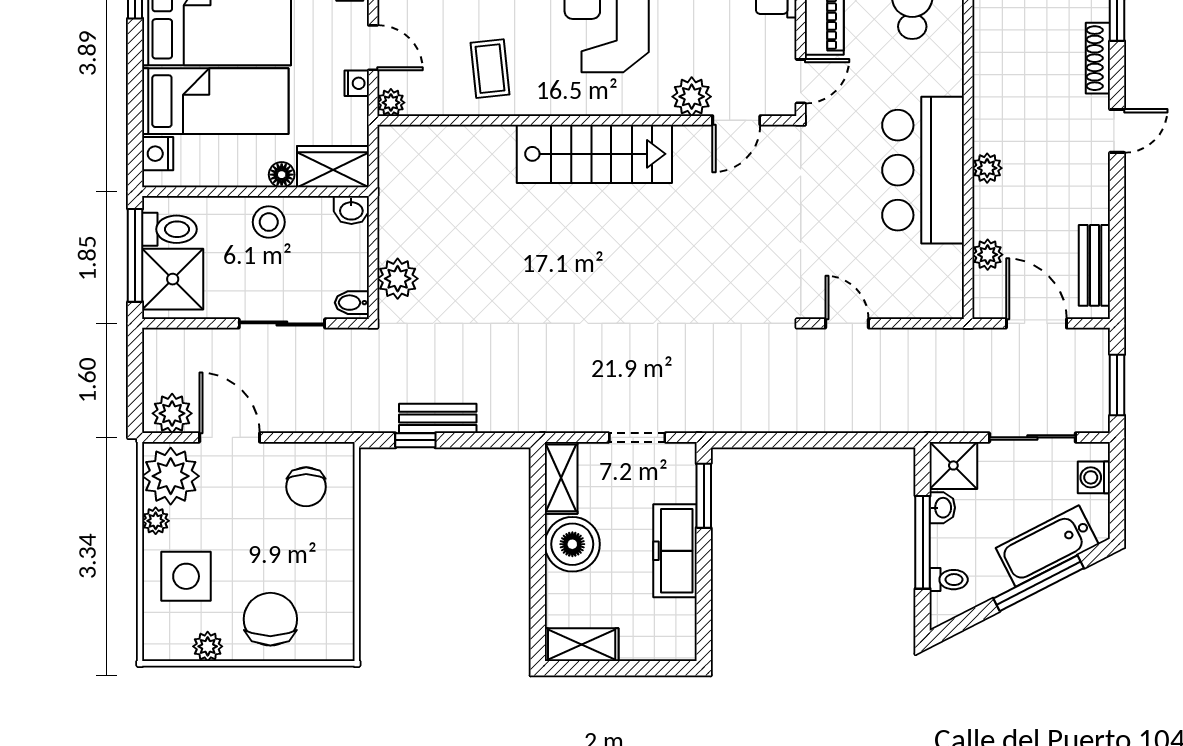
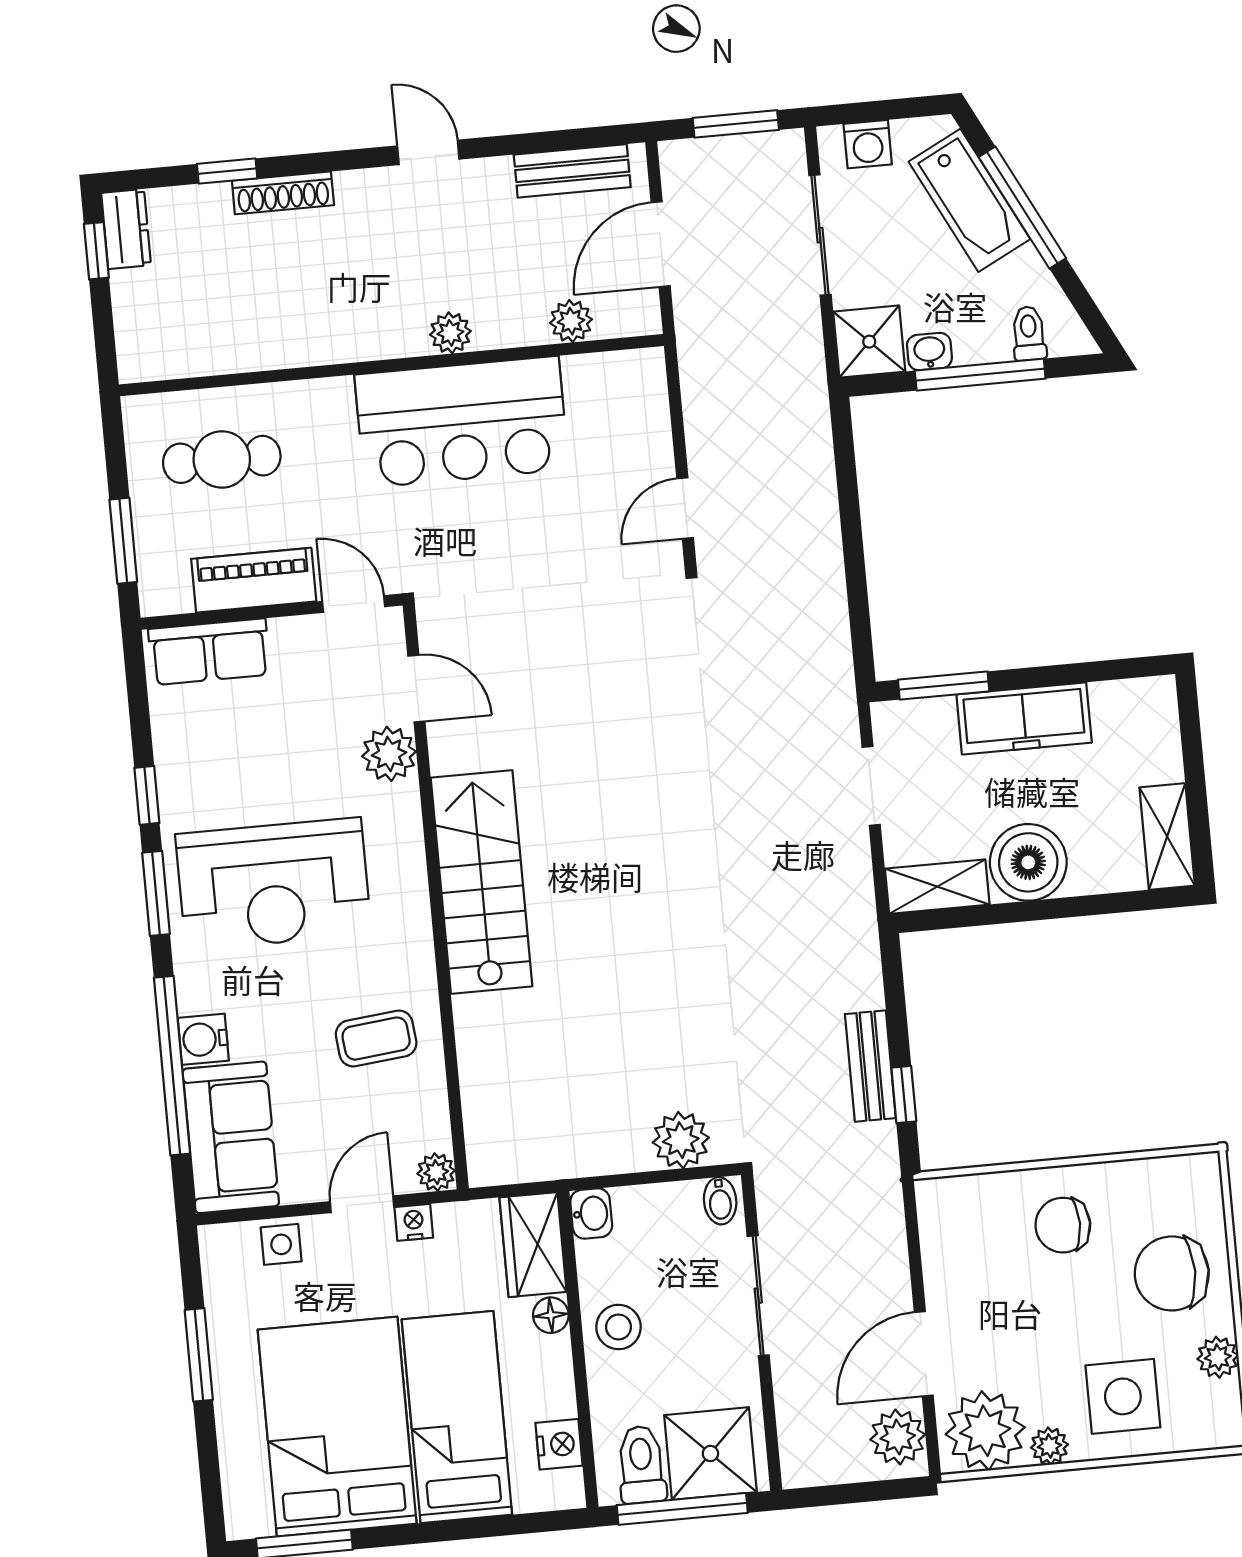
door: (1117, 131) -> (428, 152), moved
nightstand: (158, 154) -> (559, 1444), moved, turned -90
chair: (306, 487) -> (1063, 1225), moved, turned 180

